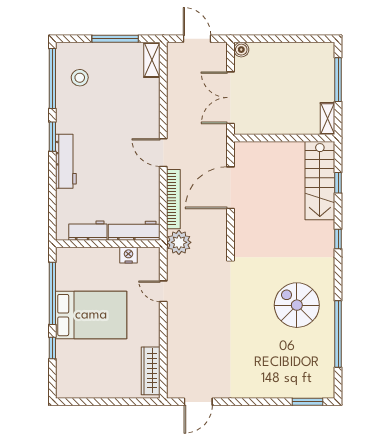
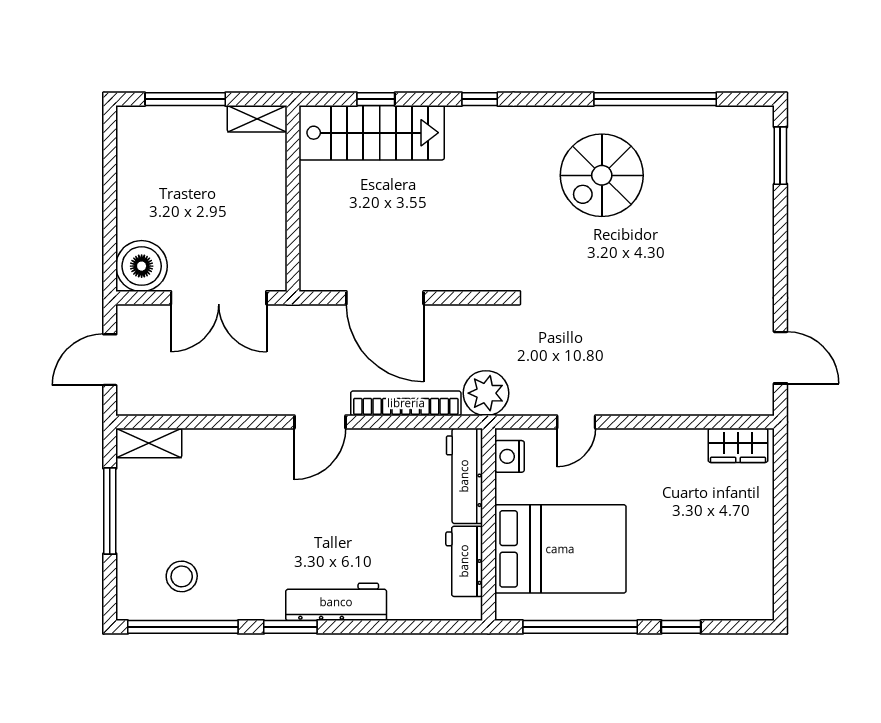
boiler: (241, 50) -> (142, 266), width x1.86, depth x1.86
nightstand: (129, 255) -> (509, 456), moved
bed: (91, 315) -> (560, 549), moved, turned 90
wardrobe: (151, 371) -> (738, 445), width x0.67

